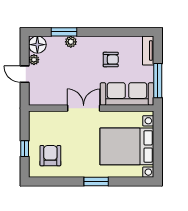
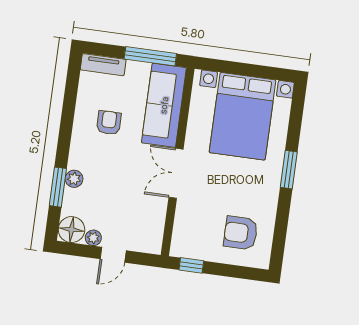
window: (25, 149) -> (191, 265), moved

